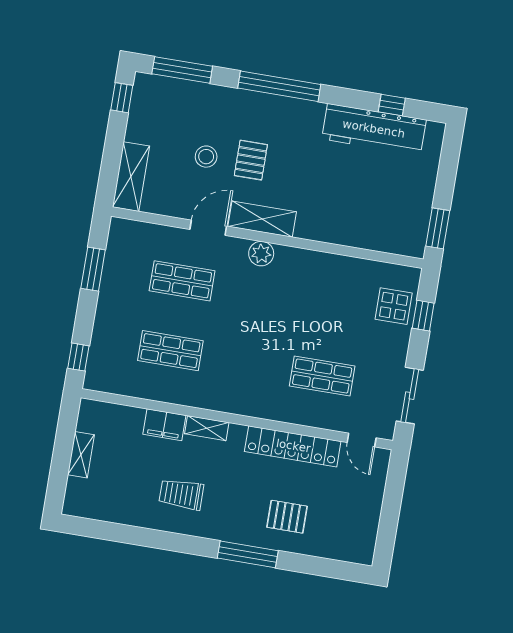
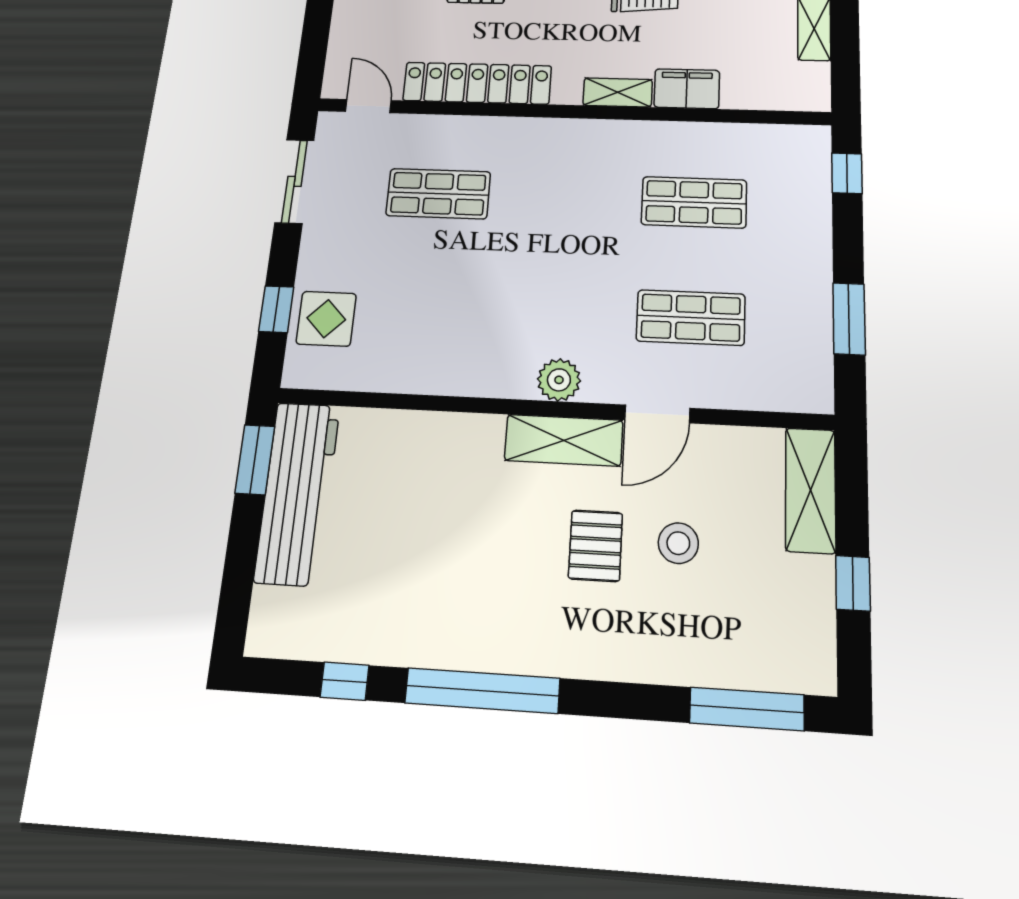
window: (279, 86) -> (482, 691), moved
window: (122, 98) -> (853, 583), moved
workbench: (374, 129) -> (297, 493), moved, turned 90

